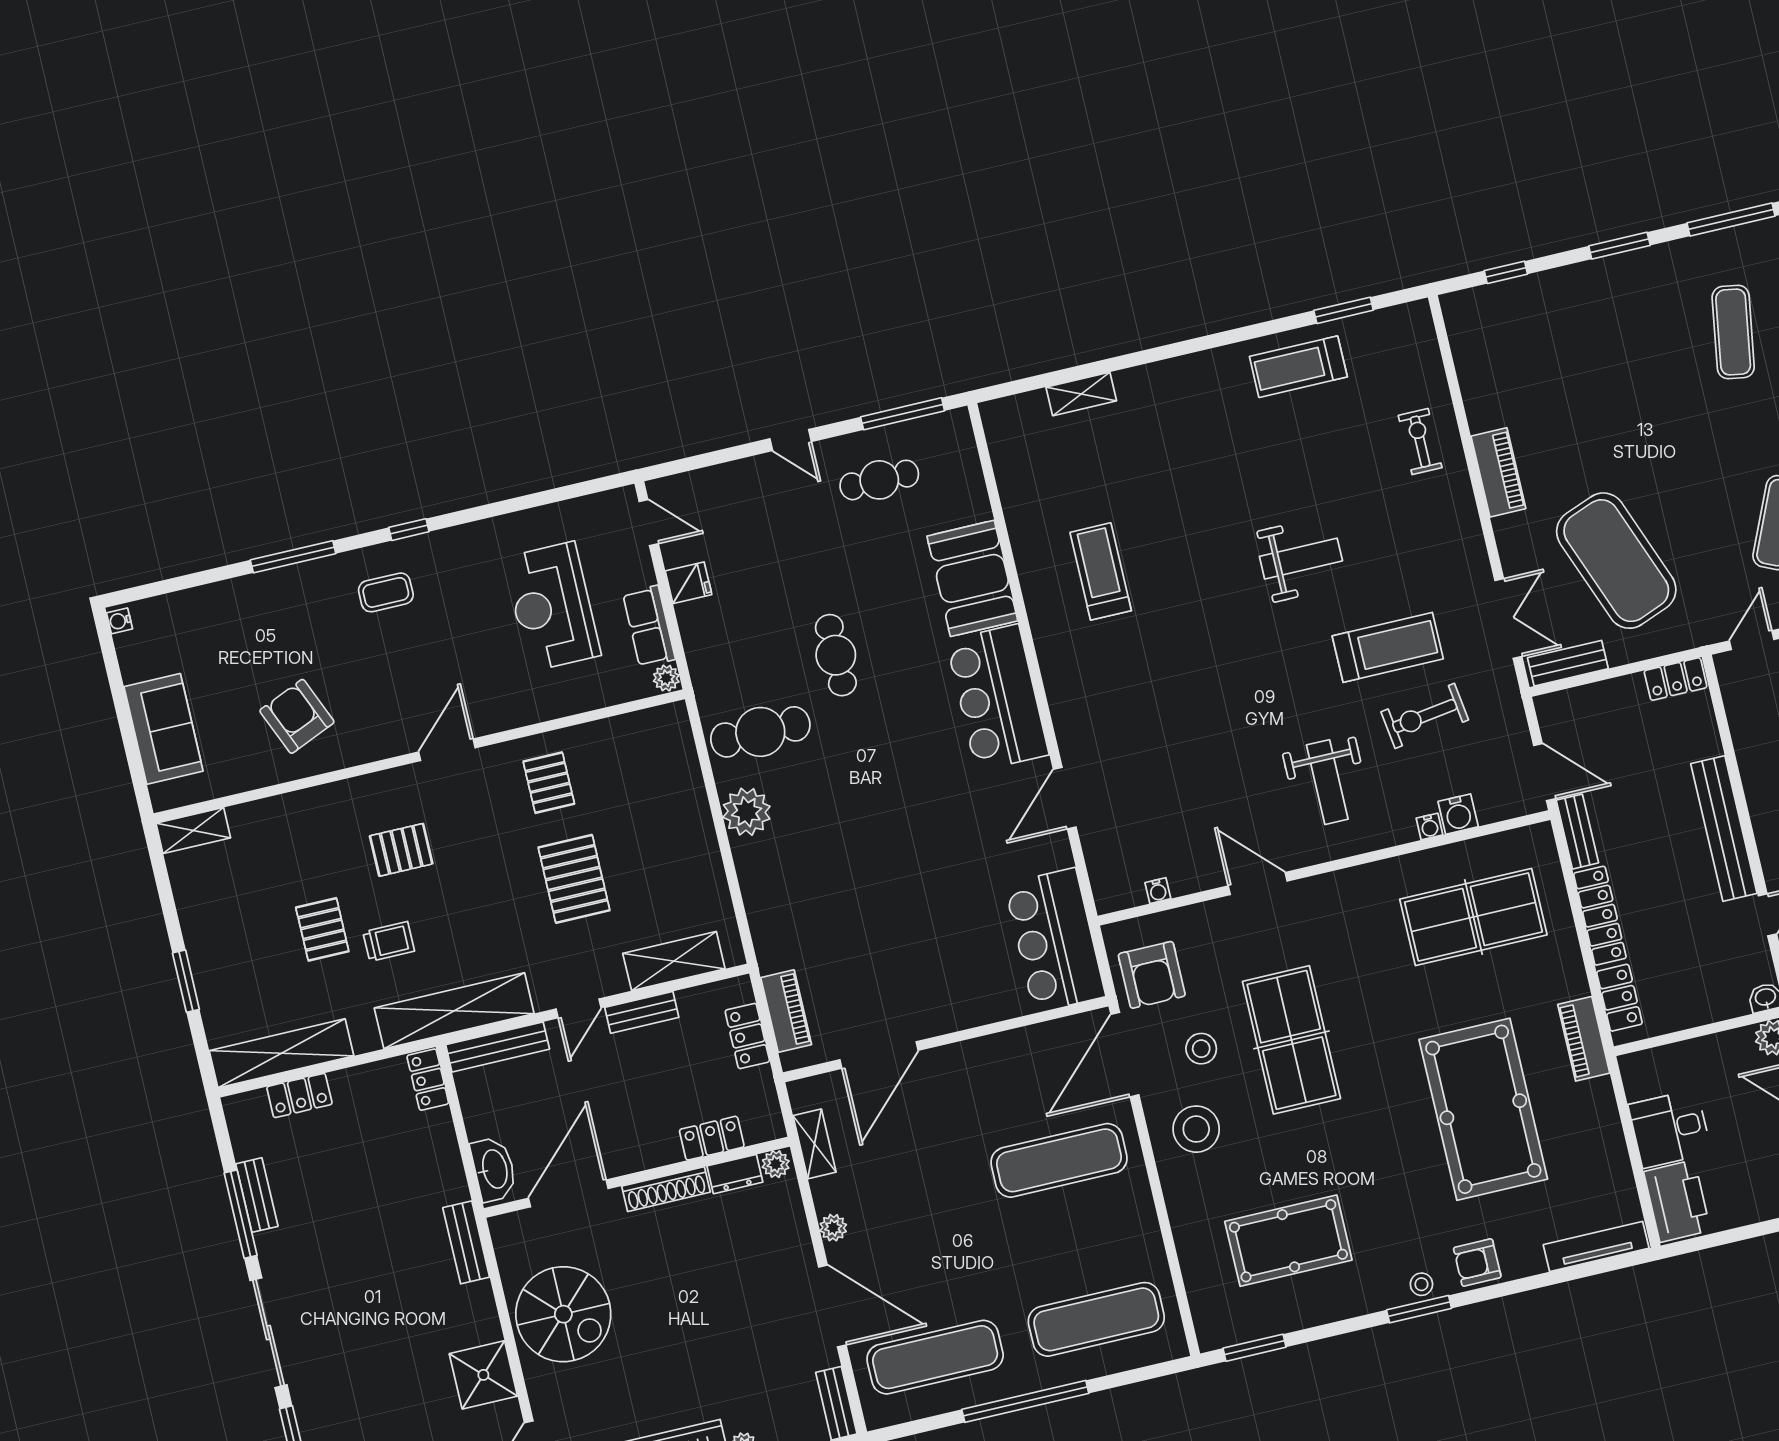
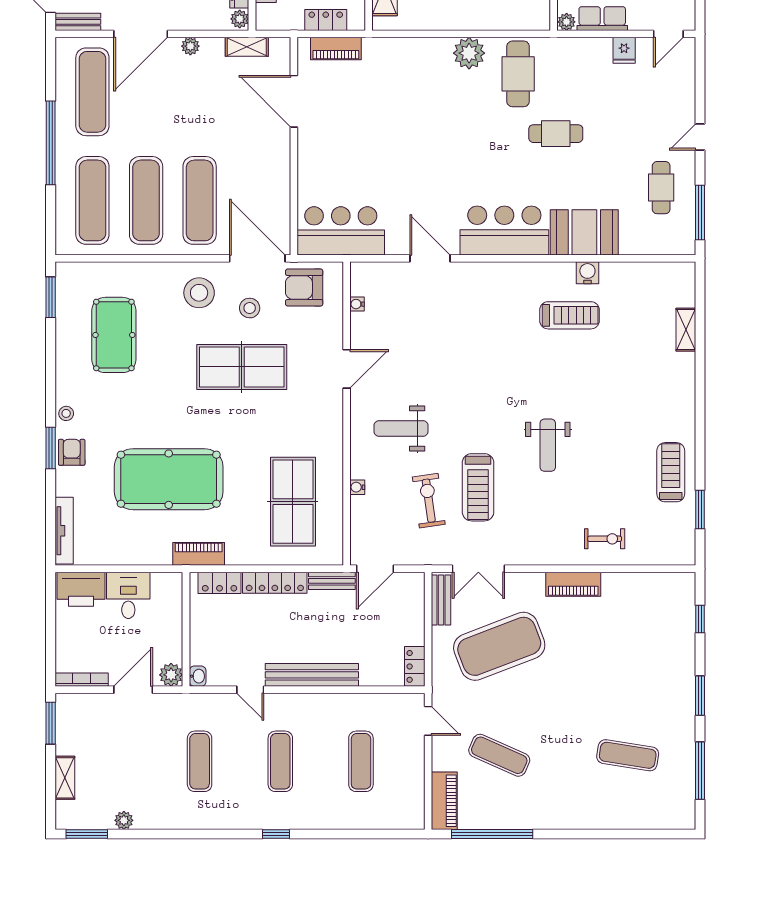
water cooler: (1458, 814) -> (587, 273), moved, turned 90
exercise mat: (1078, 1240) -> (146, 200), added
window: (1419, 1309) -> (51, 448), moved

